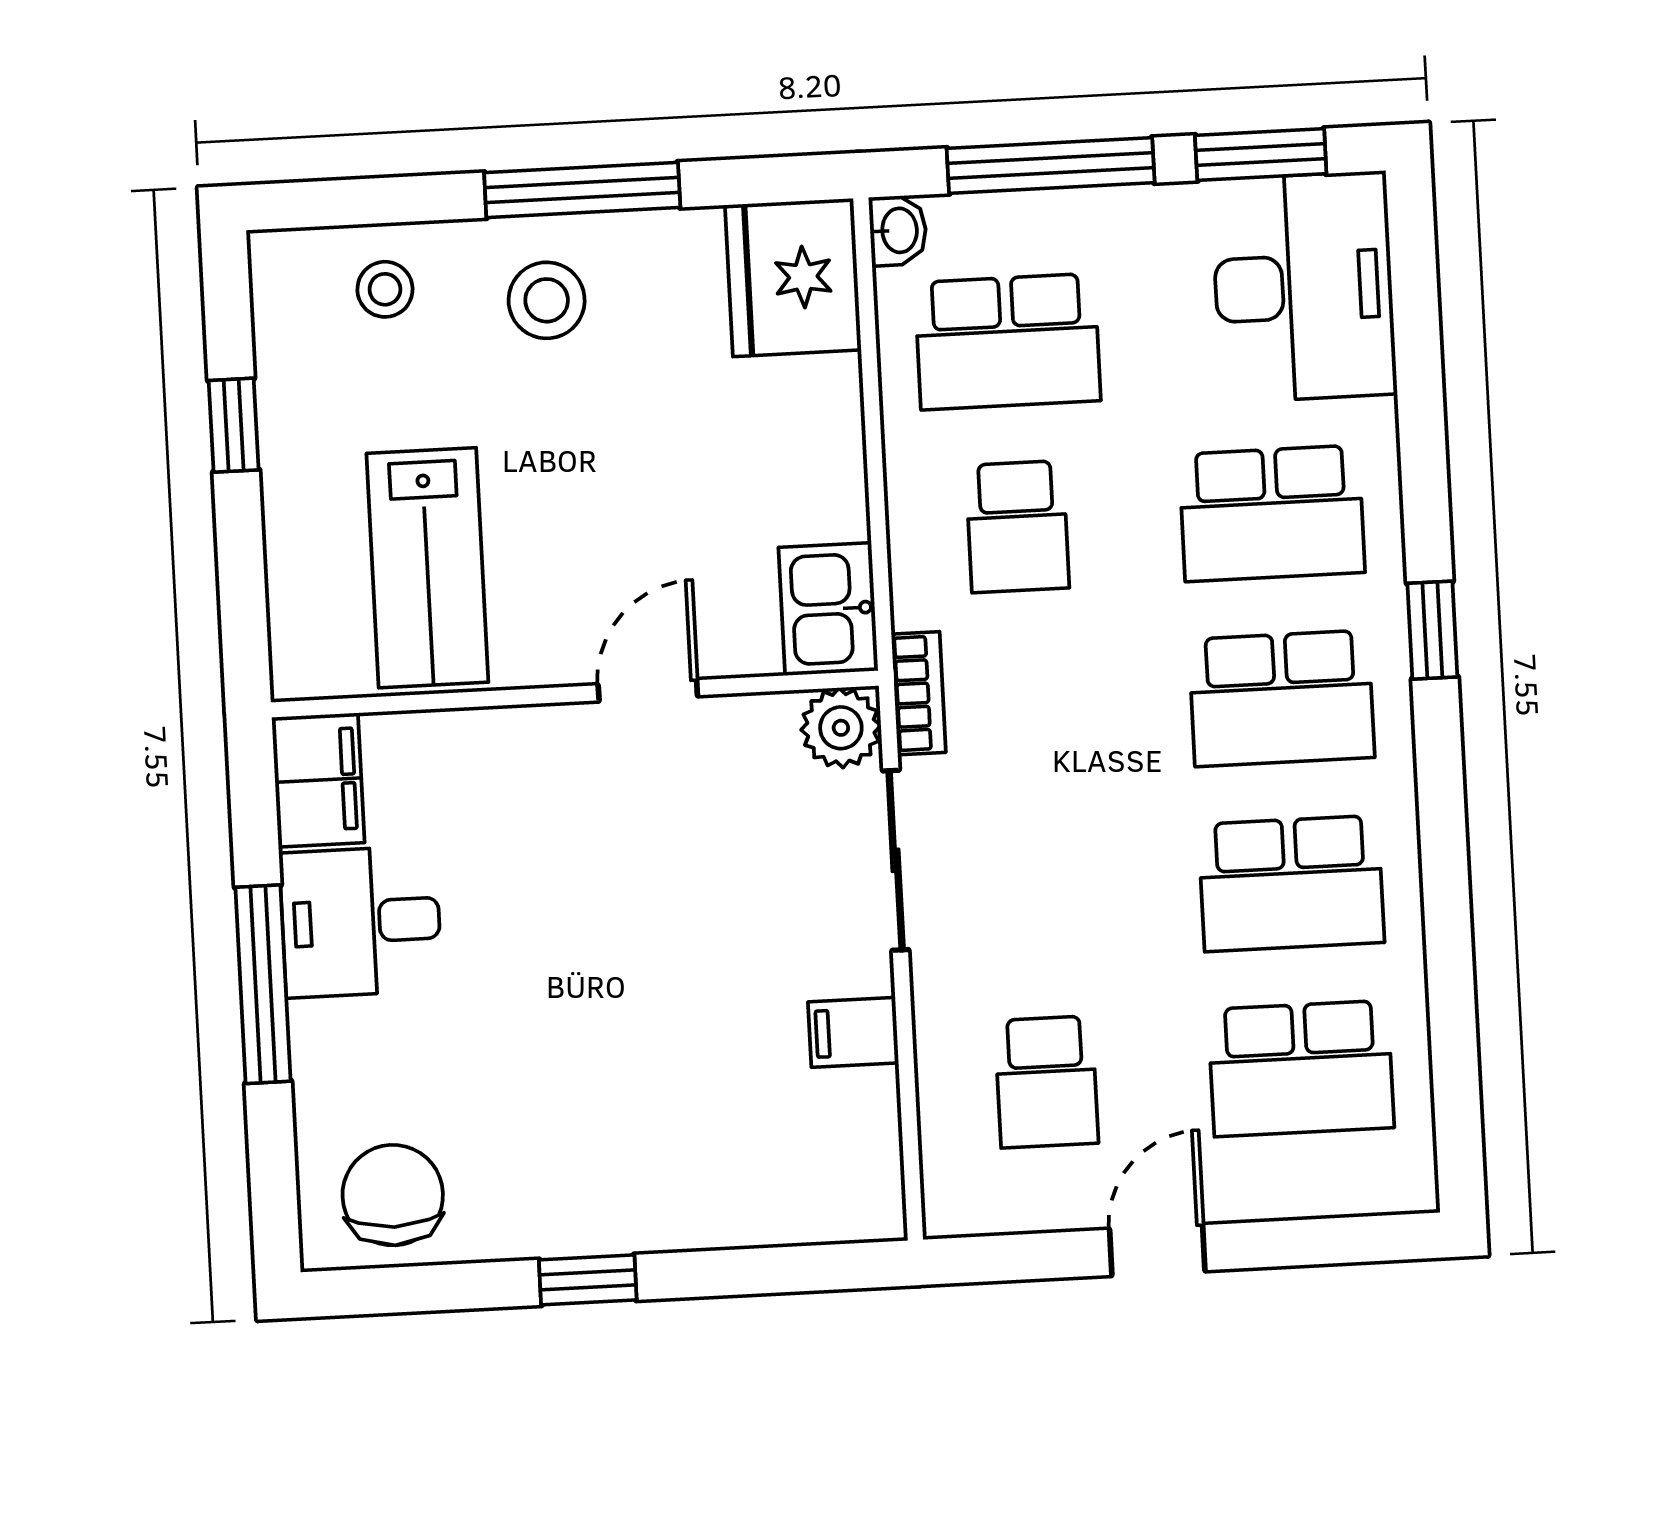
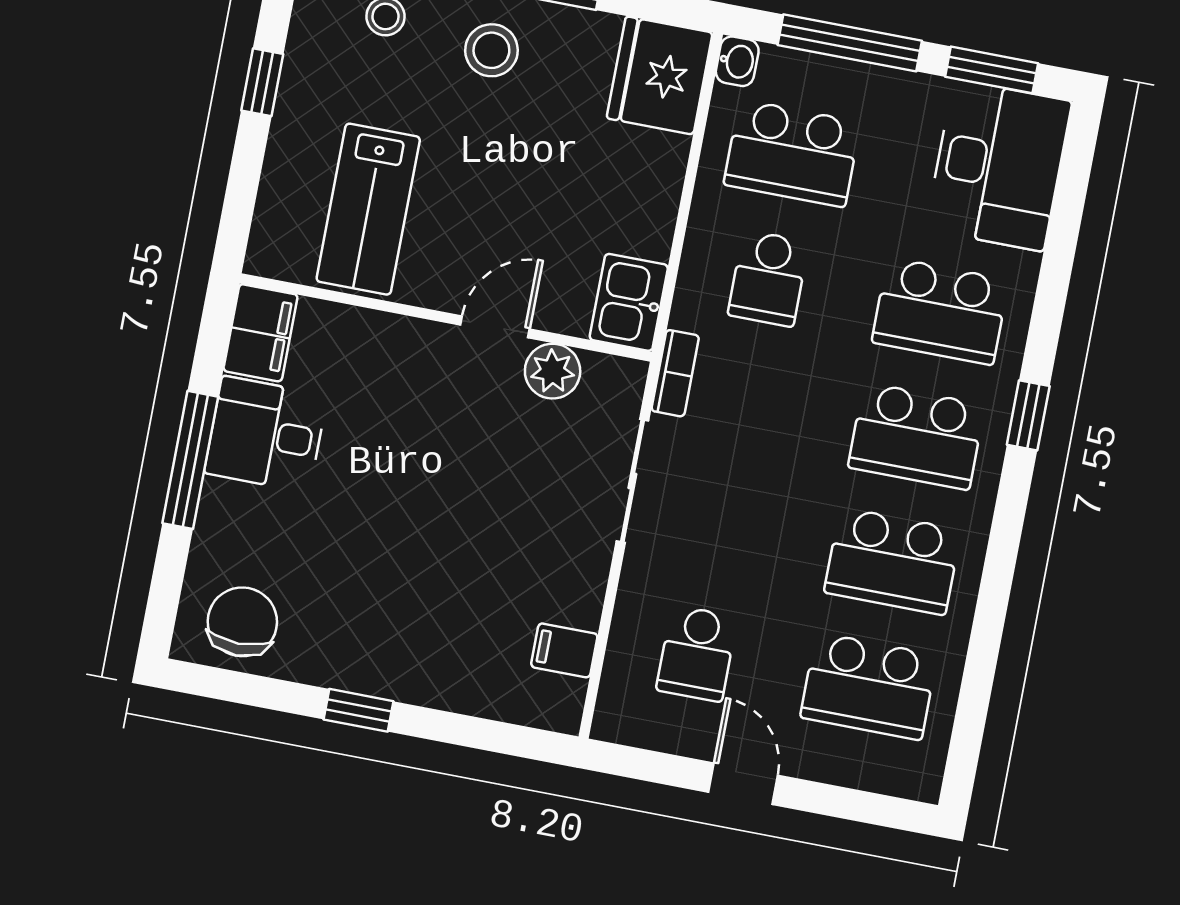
plant: (841, 728) -> (553, 371), moved
filing cabinet: (853, 1032) -> (564, 650), moved
door: (1157, 1250) -> (743, 784), hinge flipped

